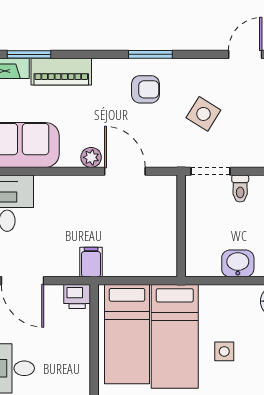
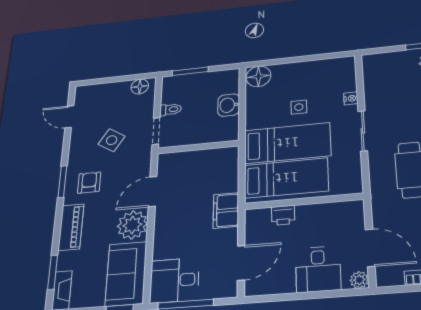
piano: (61, 72) -> (71, 227), moved
plant: (91, 157) -> (132, 225), width x1.88, depth x1.88
filing cabinet: (91, 262) -> (226, 210), width x2.00
printer: (77, 296) -> (283, 215), moved, turned 90

